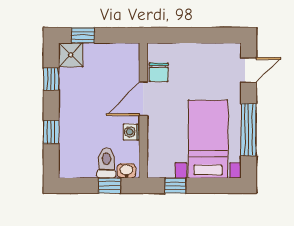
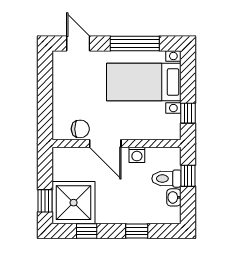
shower: (71, 55) -> (74, 203), width x1.86, depth x1.86
washbasin: (126, 171) -> (174, 197), moved

